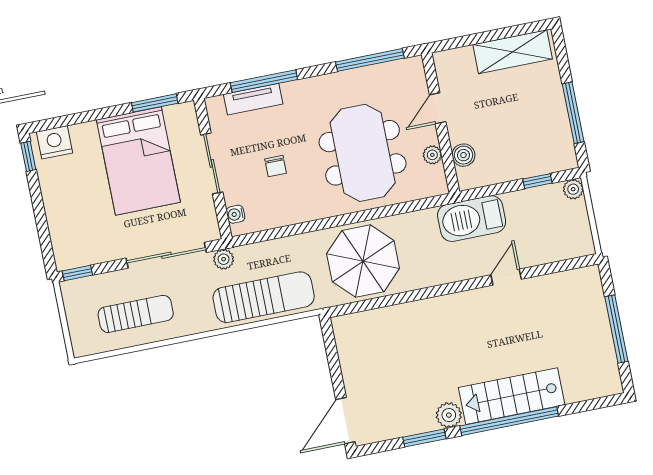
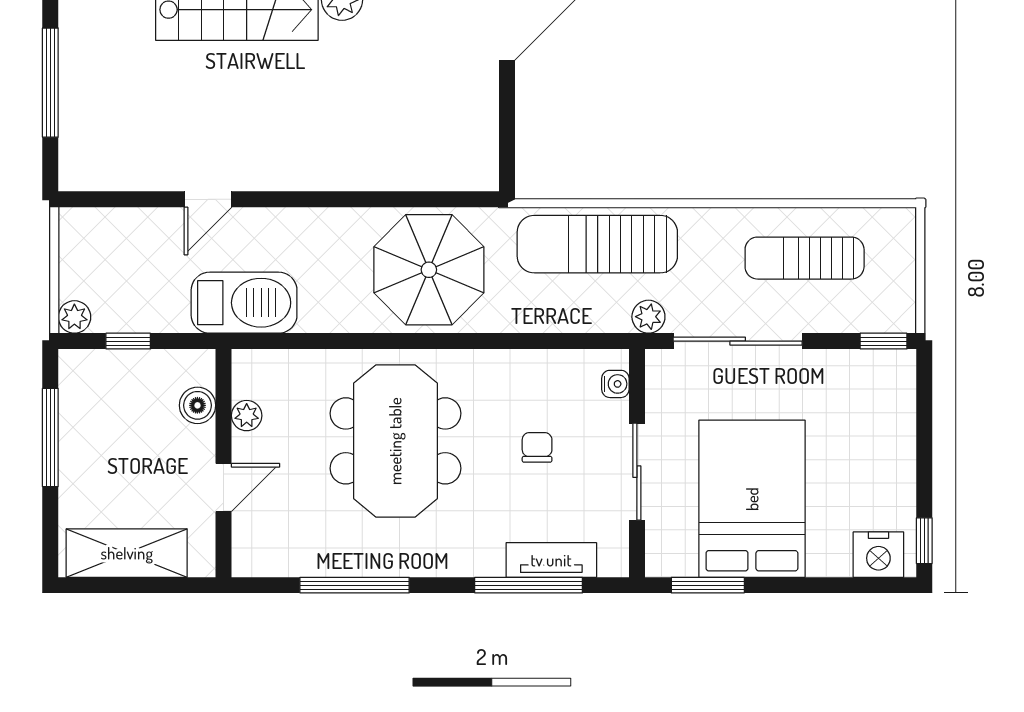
door: (438, 108) -> (224, 488), moved
wall: (441, 123) -> (224, 463), moved
plant: (432, 155) -> (247, 416), moved
boiler: (463, 155) -> (197, 405), moved

